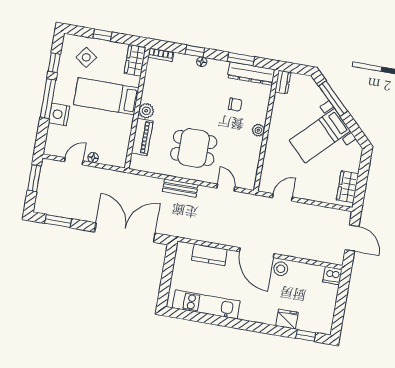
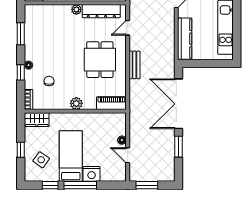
dresser: (251, 74) -> (101, 11), moved, turned 90
bed: (106, 96) -> (71, 156), moved, turned 180
chair: (235, 105) -> (49, 81), moved
piano: (142, 137) -> (111, 103), moved
window: (58, 221) -> (178, 147), moved
kitchen counter: (209, 255) -> (185, 39), width x1.50

